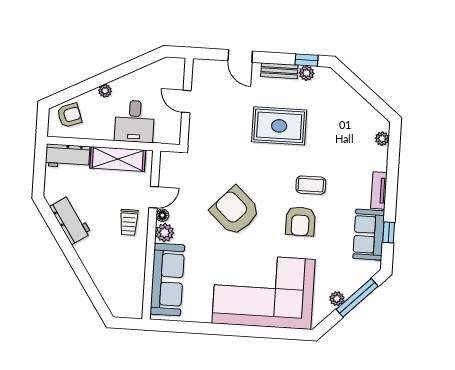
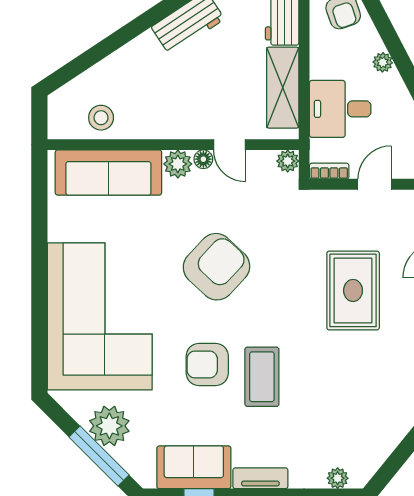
rug: (279, 126) -> (353, 290), moved
bookcase: (176, 131) -> (329, 171), added
plant: (167, 159) -> (288, 161), added
coffee table: (311, 185) -> (262, 377), width x1.36, depth x1.30
trolley: (129, 222) -> (190, 110), removed
stool: (130, 282) -> (101, 118), added
plant: (337, 299) -> (109, 426), width x1.88, depth x1.88

